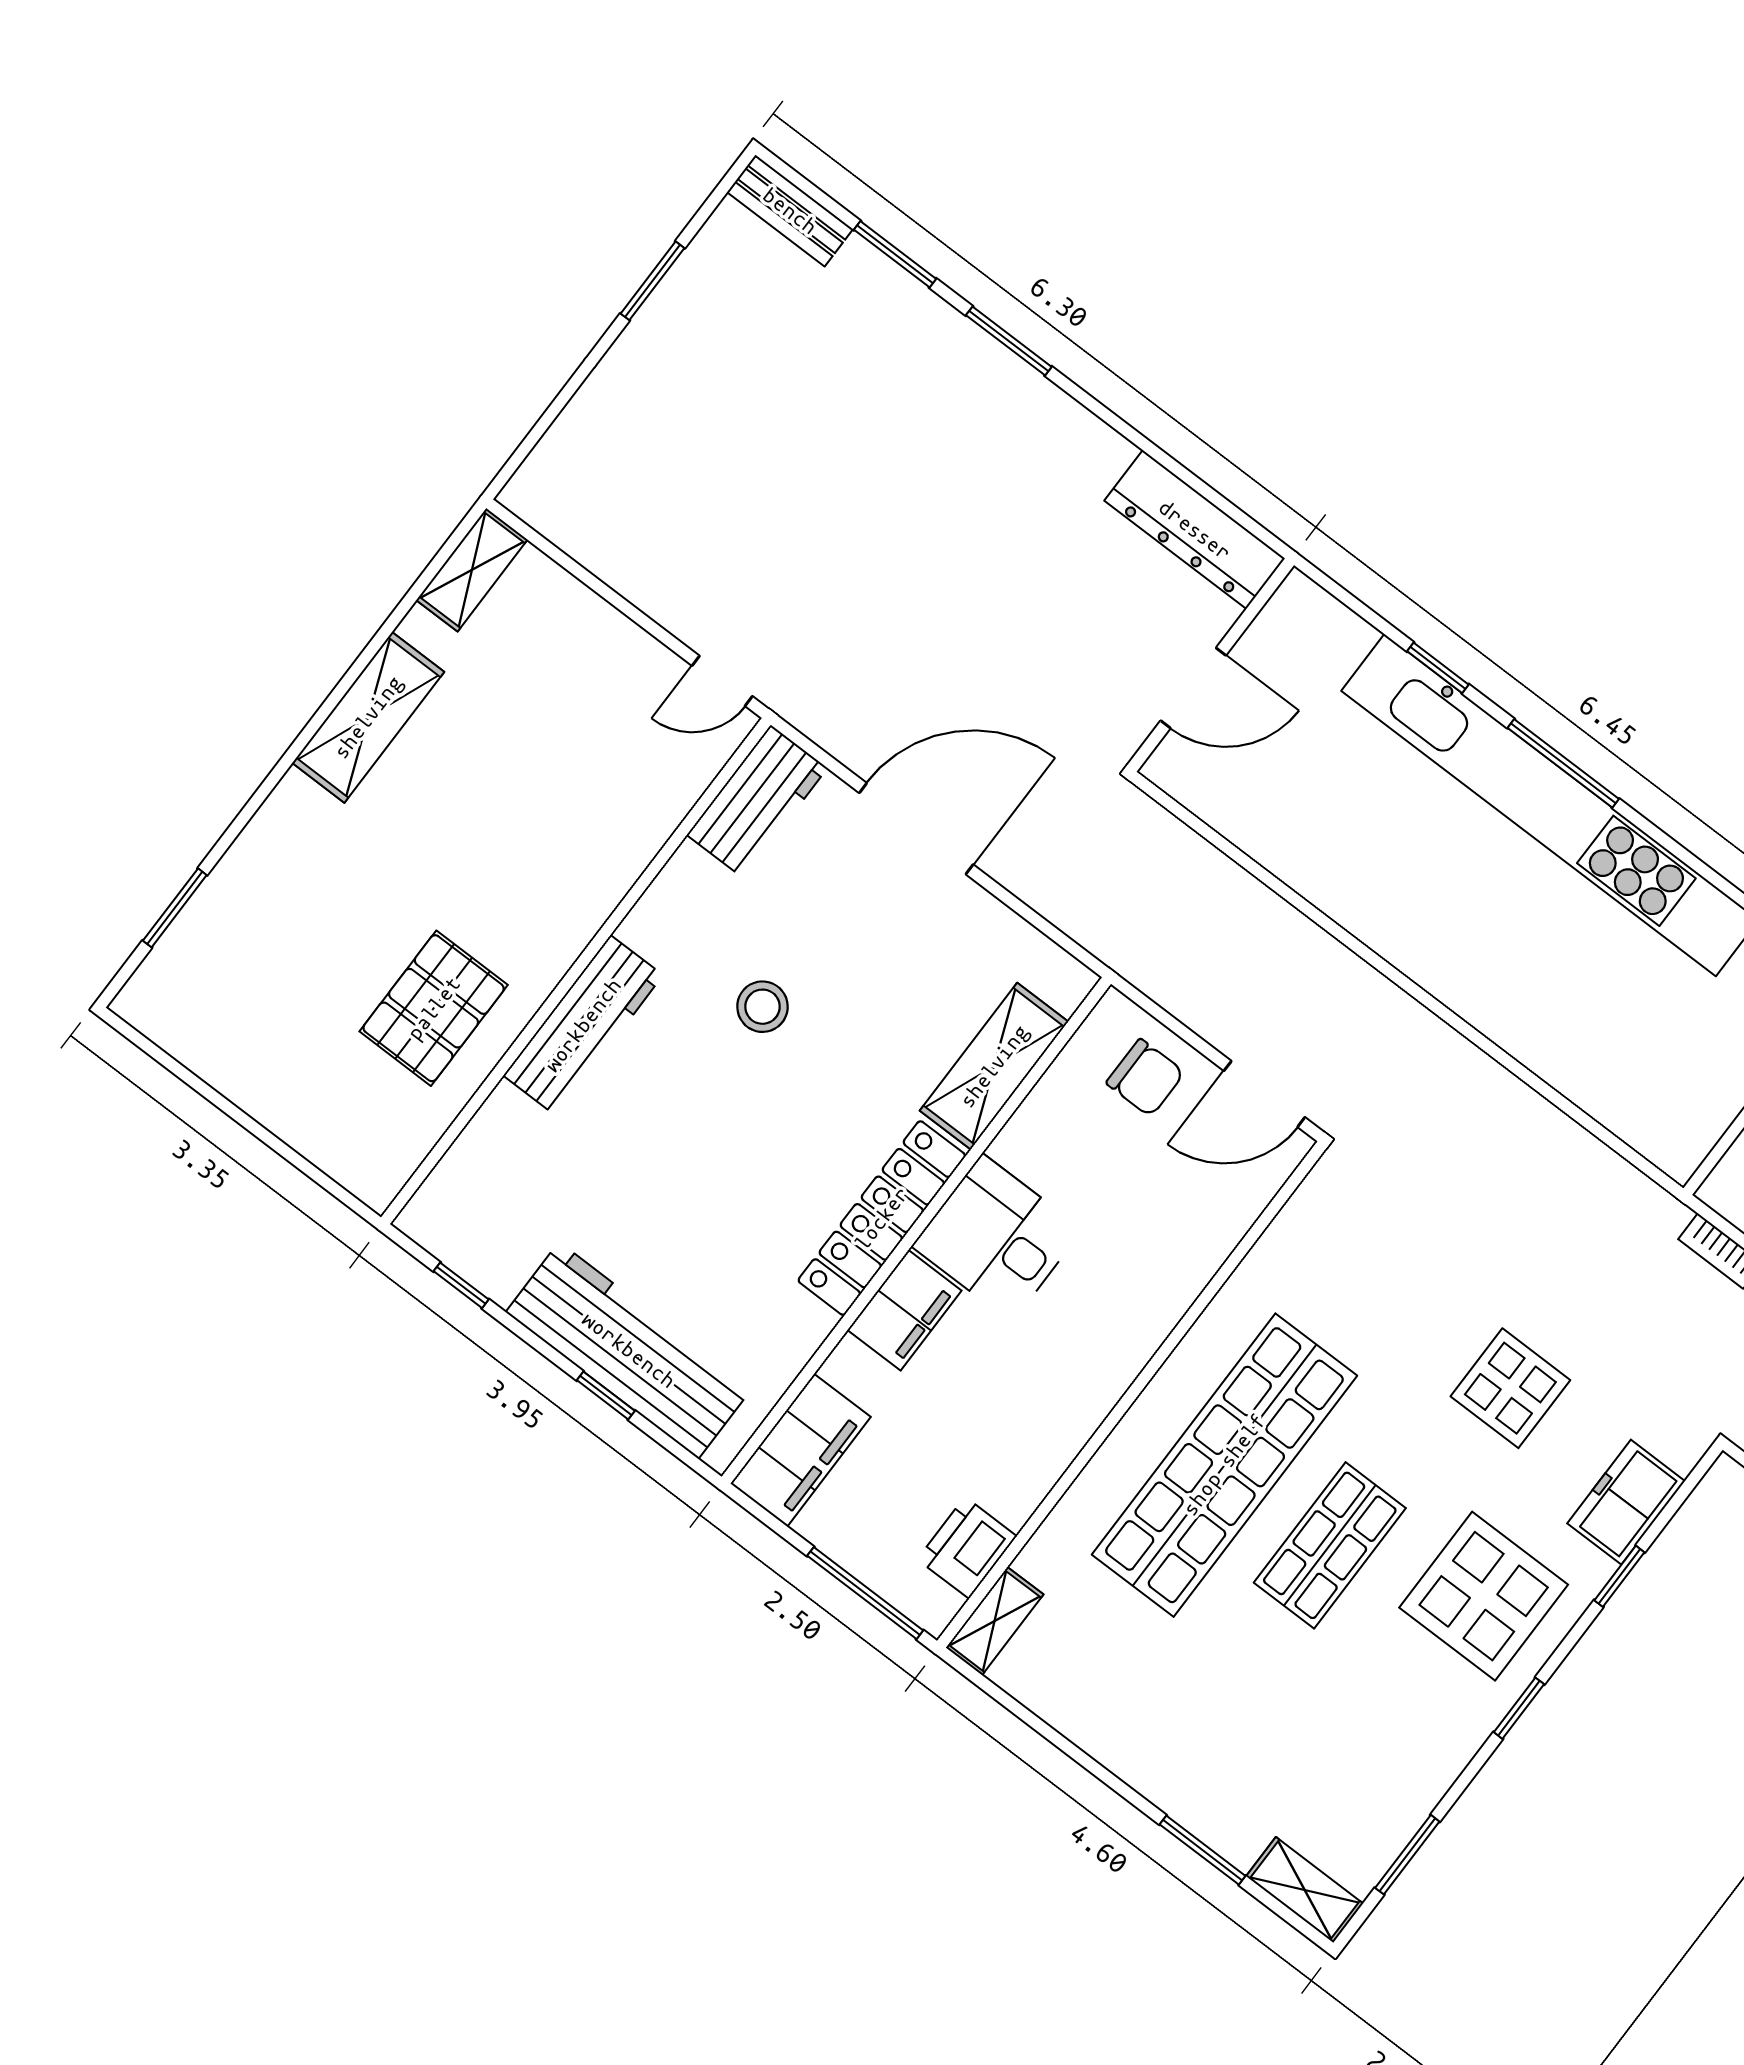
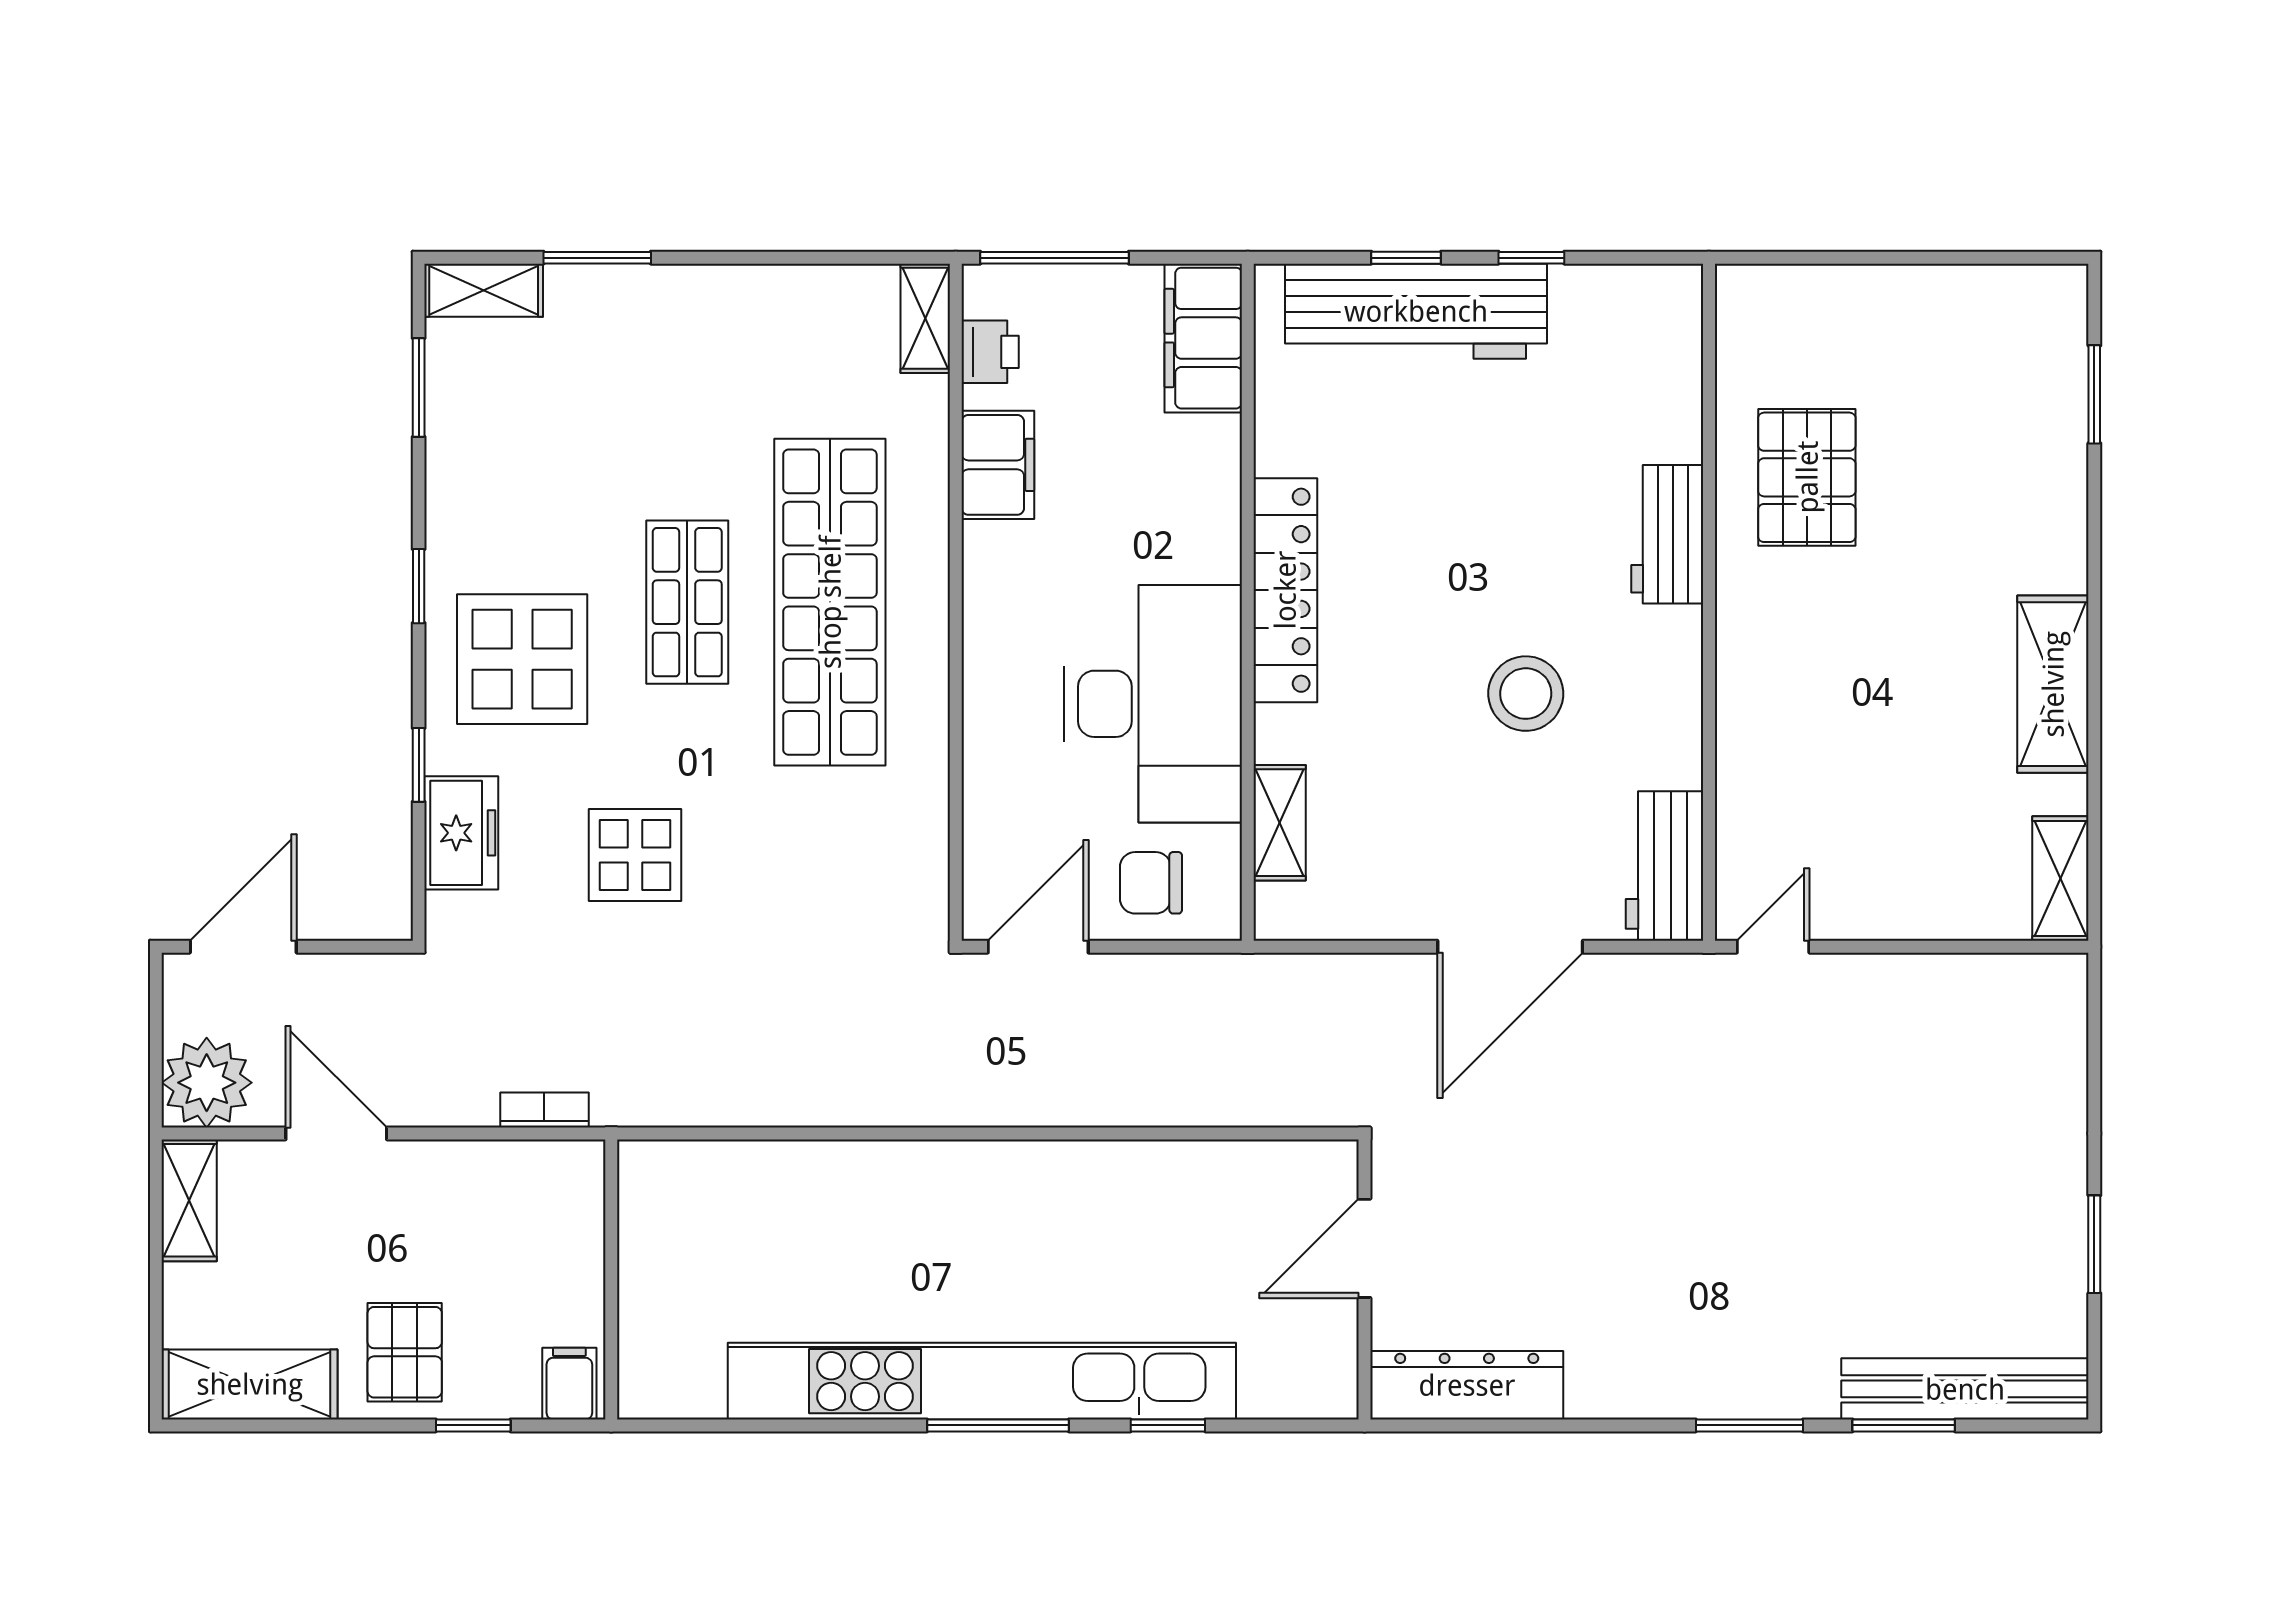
bench: (790, 211) -> (1965, 1389), width x1.86, depth x1.21
stool: (762, 1007) -> (1526, 694), width x1.38, depth x1.38
workbench: (583, 1025) -> (1667, 534), width x0.73
shelving: (994, 1066) -> (1280, 823), width x0.67, depth x0.75
desk: (997, 1238) -> (1153, 704), width x1.87, depth x1.30
window: (461, 1285) -> (1531, 258), moved
filing cabinet: (904, 1310) -> (998, 465), moved, turned 180
printer: (967, 1548) -> (990, 352), width x0.73, depth x0.81

